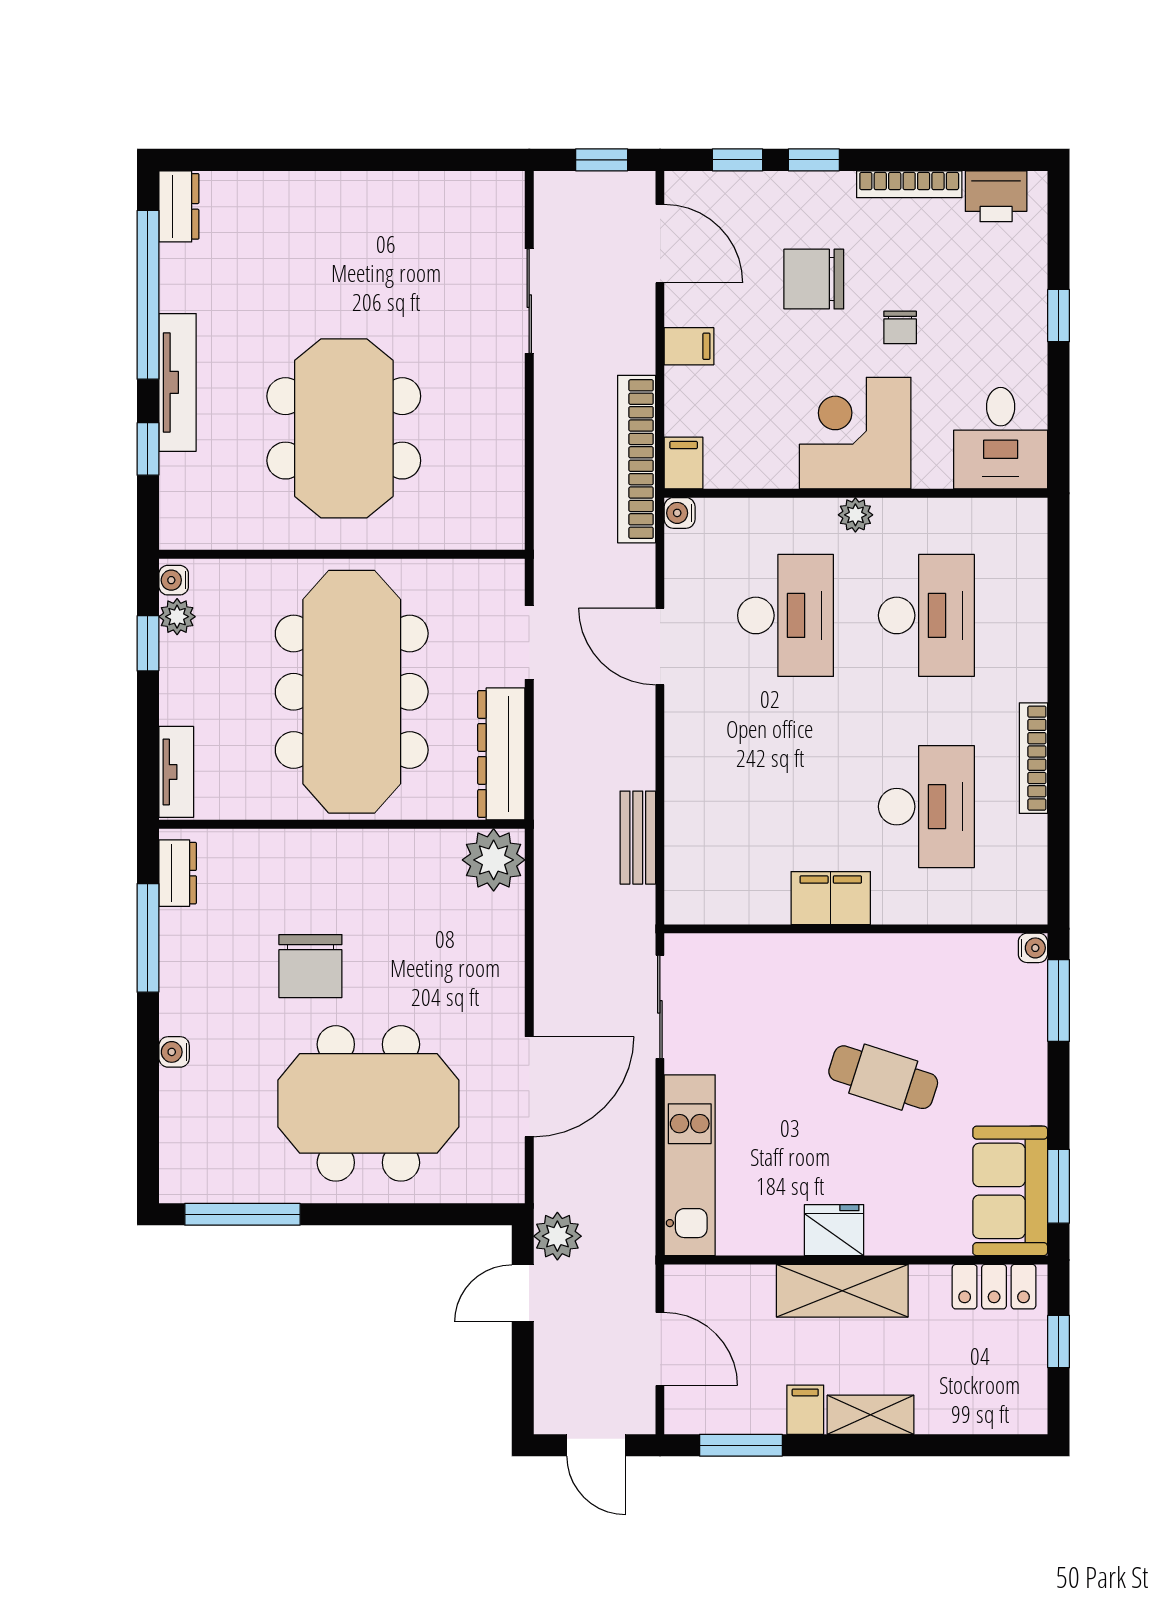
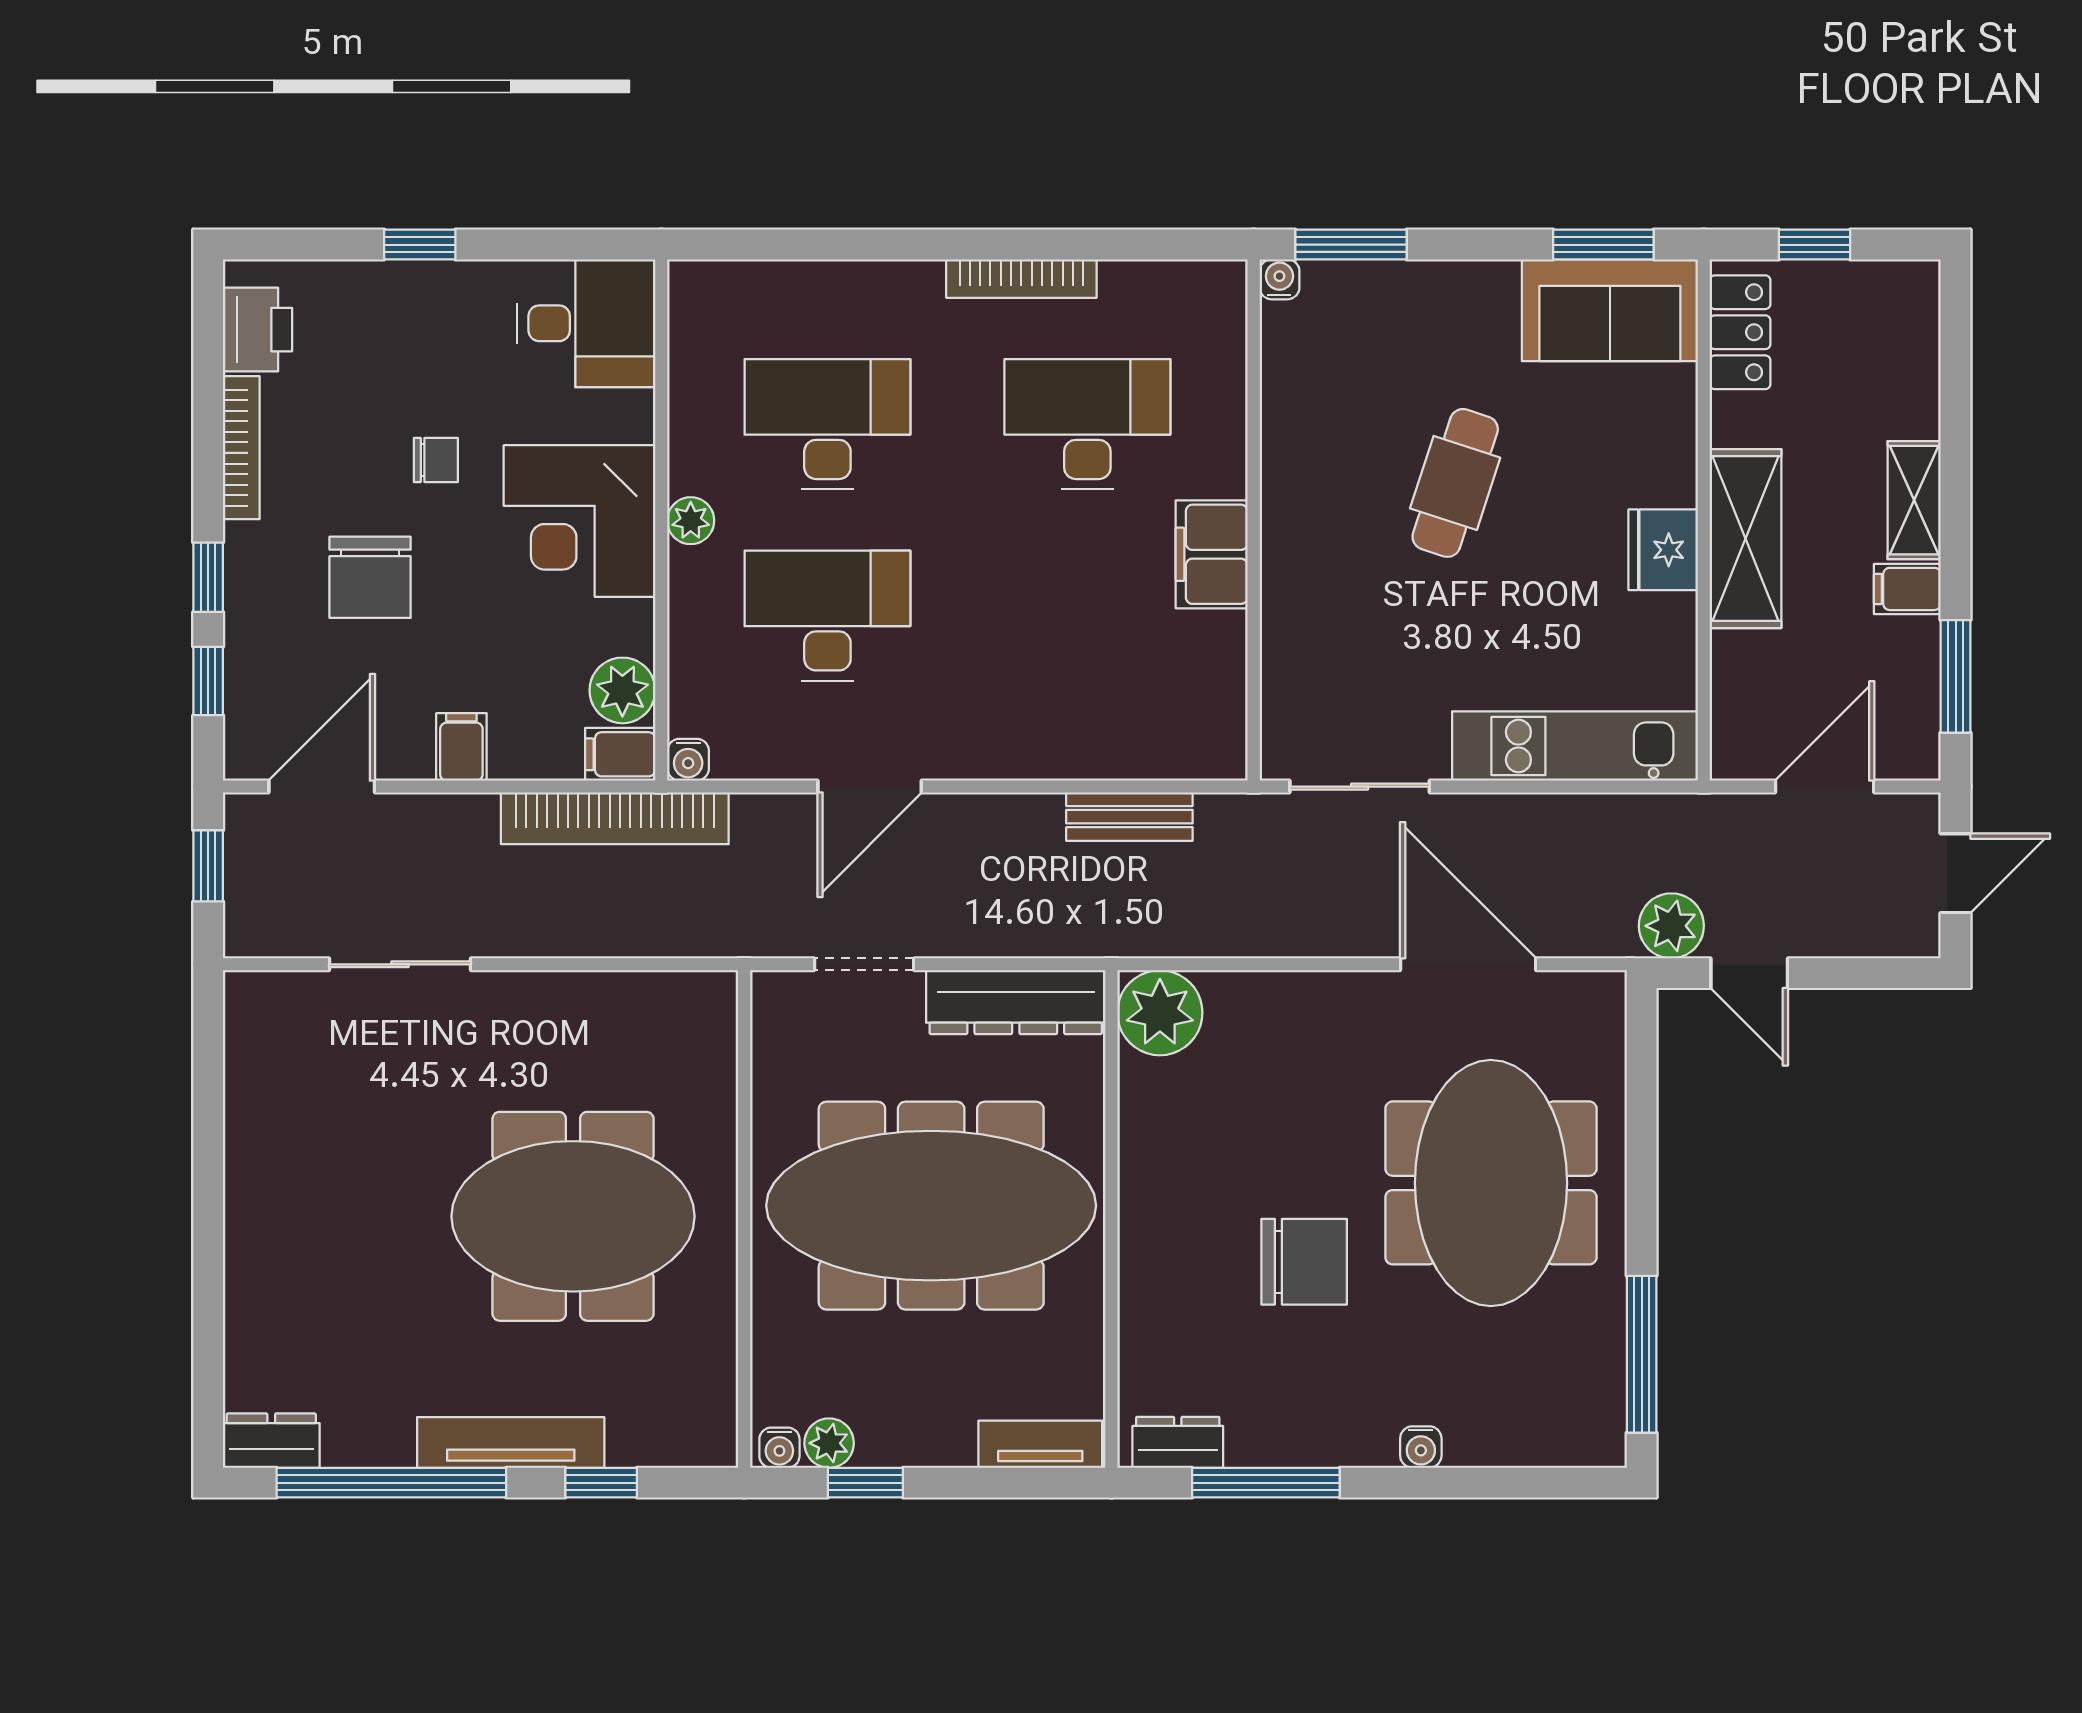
plant: (731, 465) -> (622, 690), added

